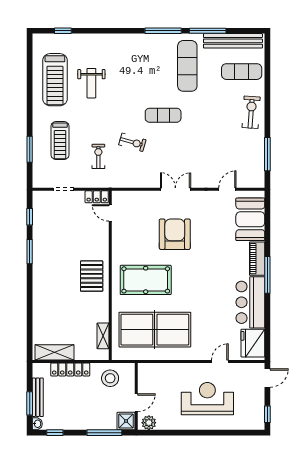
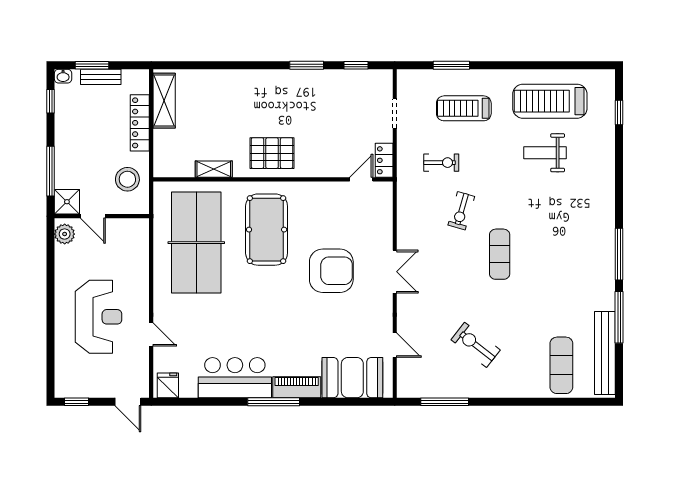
exercise mat: (187, 66) -> (569, 288), removed
exercise bike: (251, 112) -> (476, 345), moved, turned -146
shelving: (103, 336) -> (214, 169), moved
fridge: (253, 343) -> (168, 385), width x0.53, depth x0.75
bench: (38, 397) -> (101, 77), width x0.73

